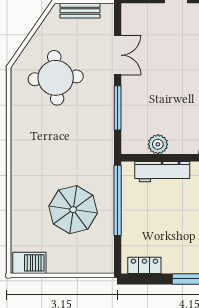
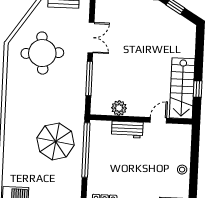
workbench: (162, 172) -> (127, 130), width x0.73
parasol: (73, 210) -> (56, 141), moved

